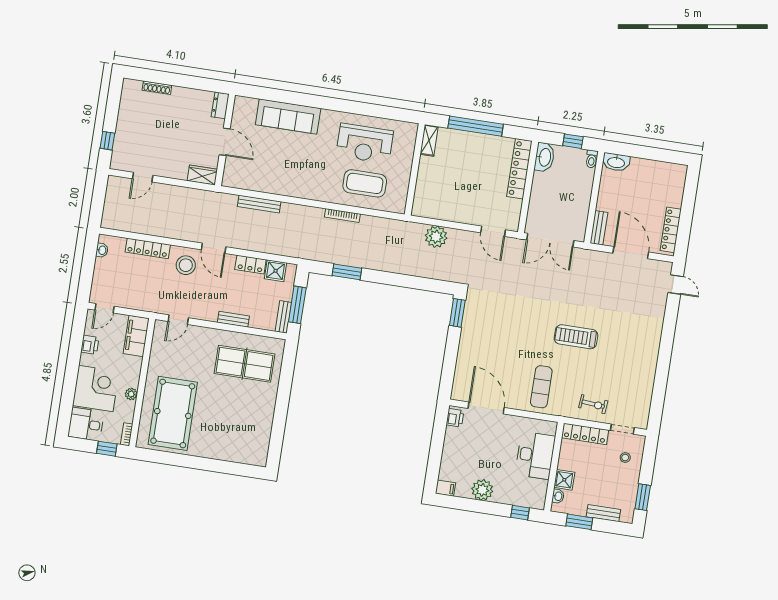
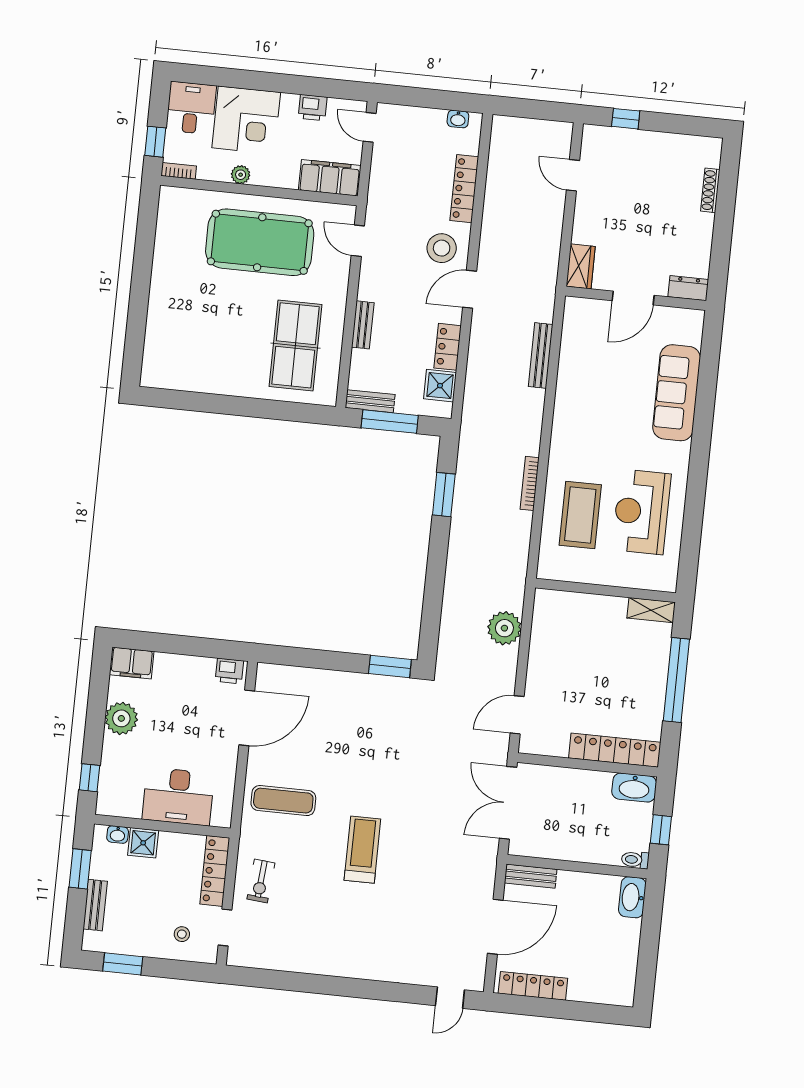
pool table: (173, 413) -> (260, 242), moved
filing cabinet: (445, 488) -> (132, 663), width x2.00

